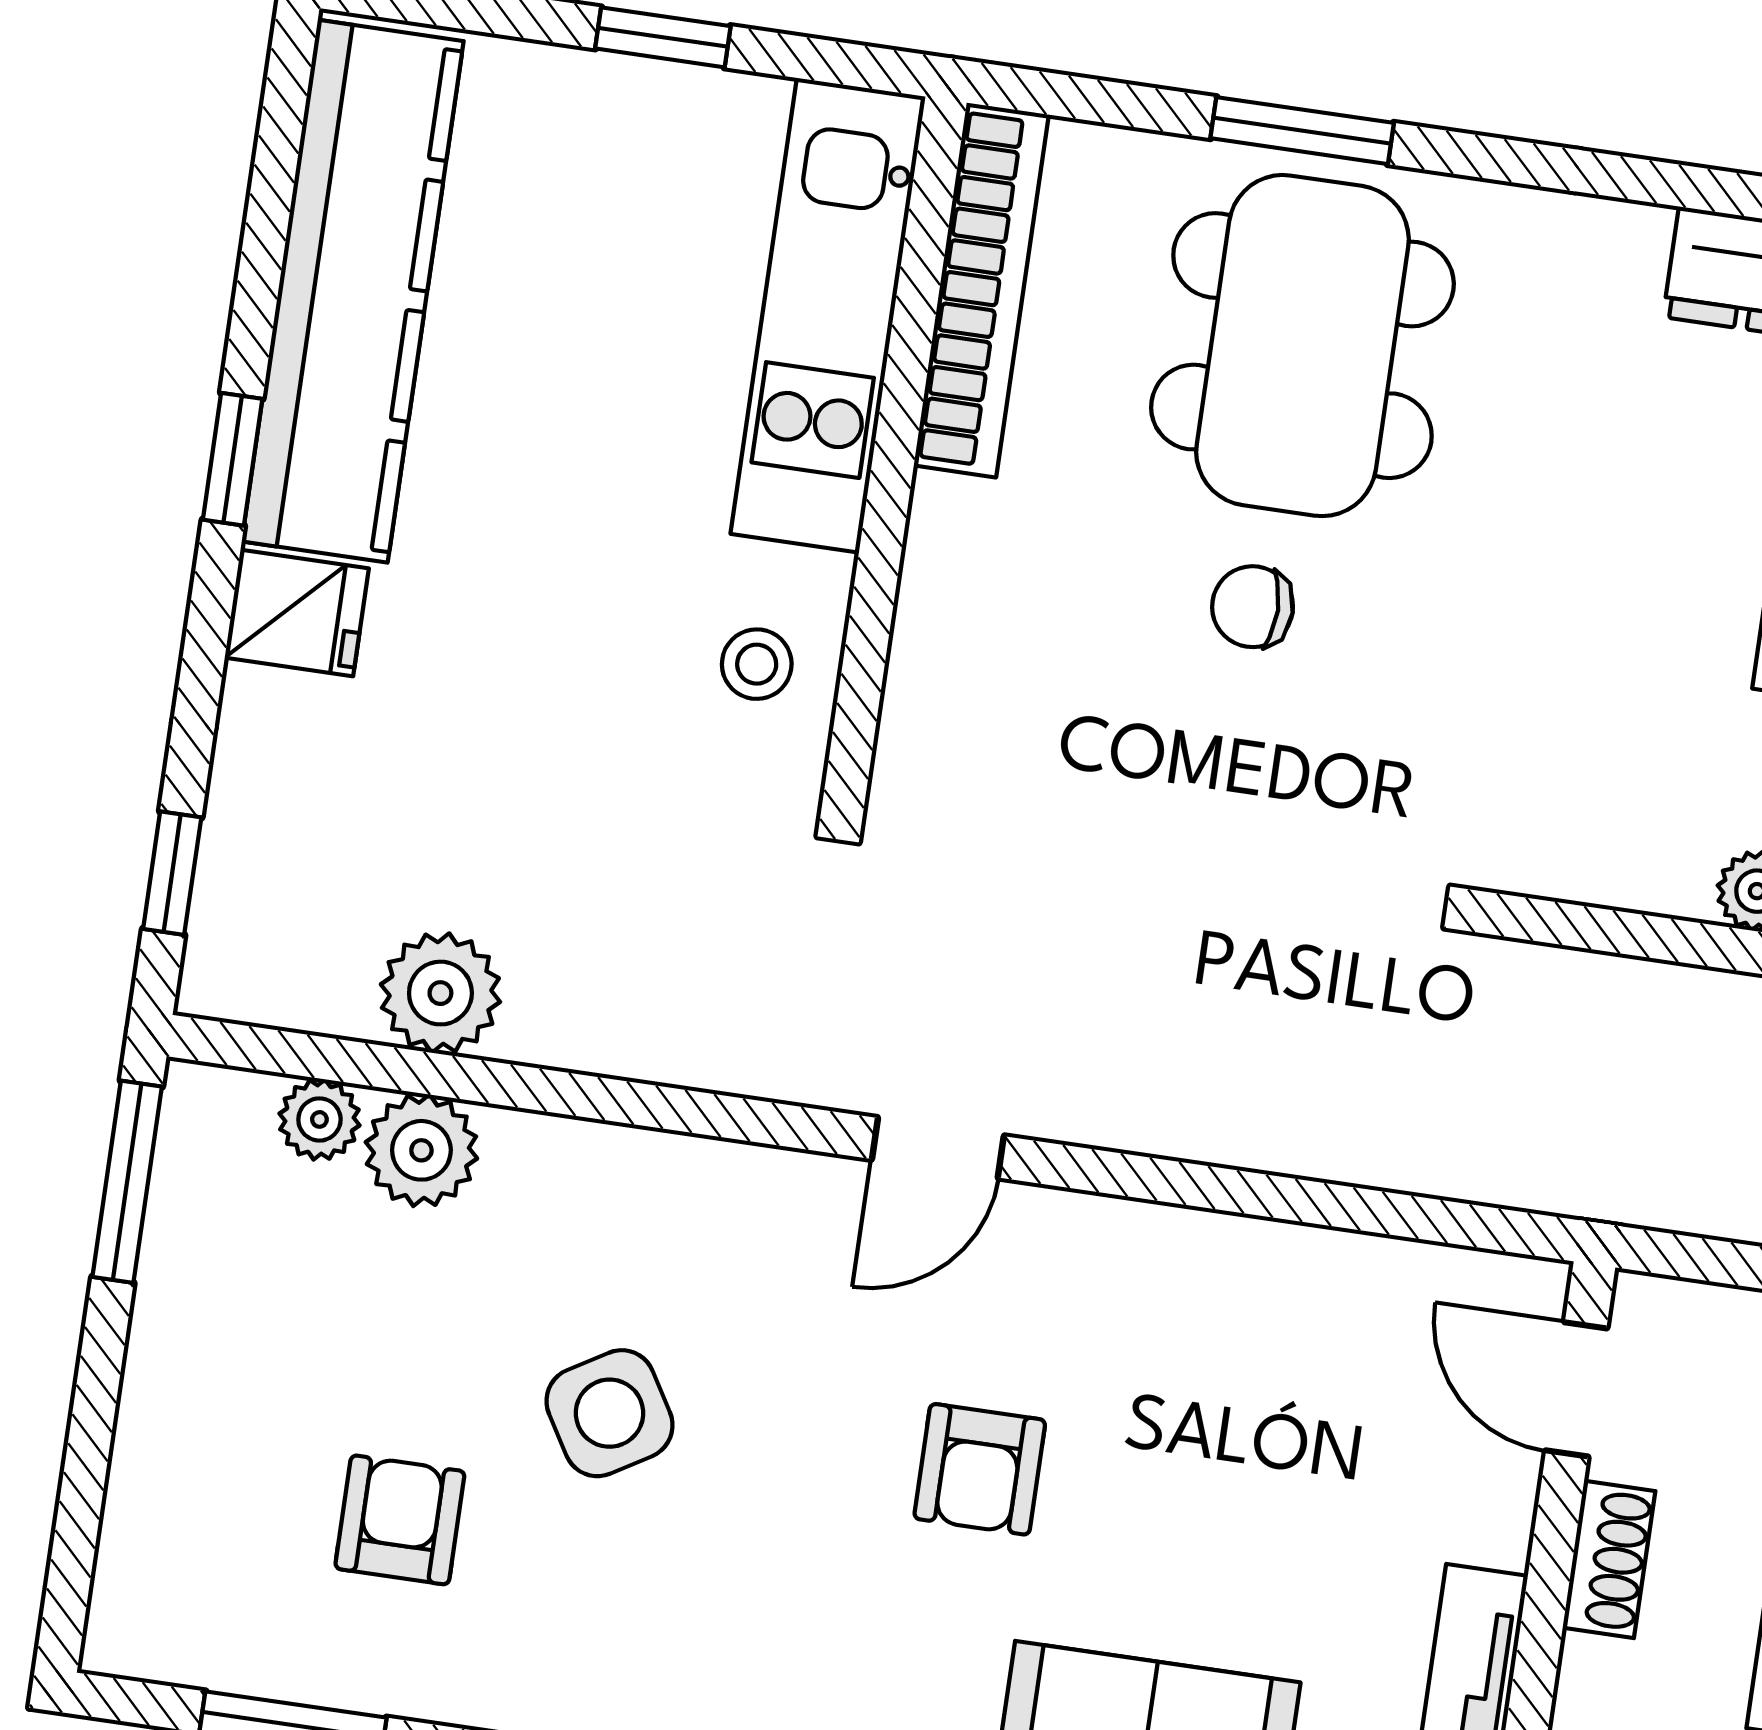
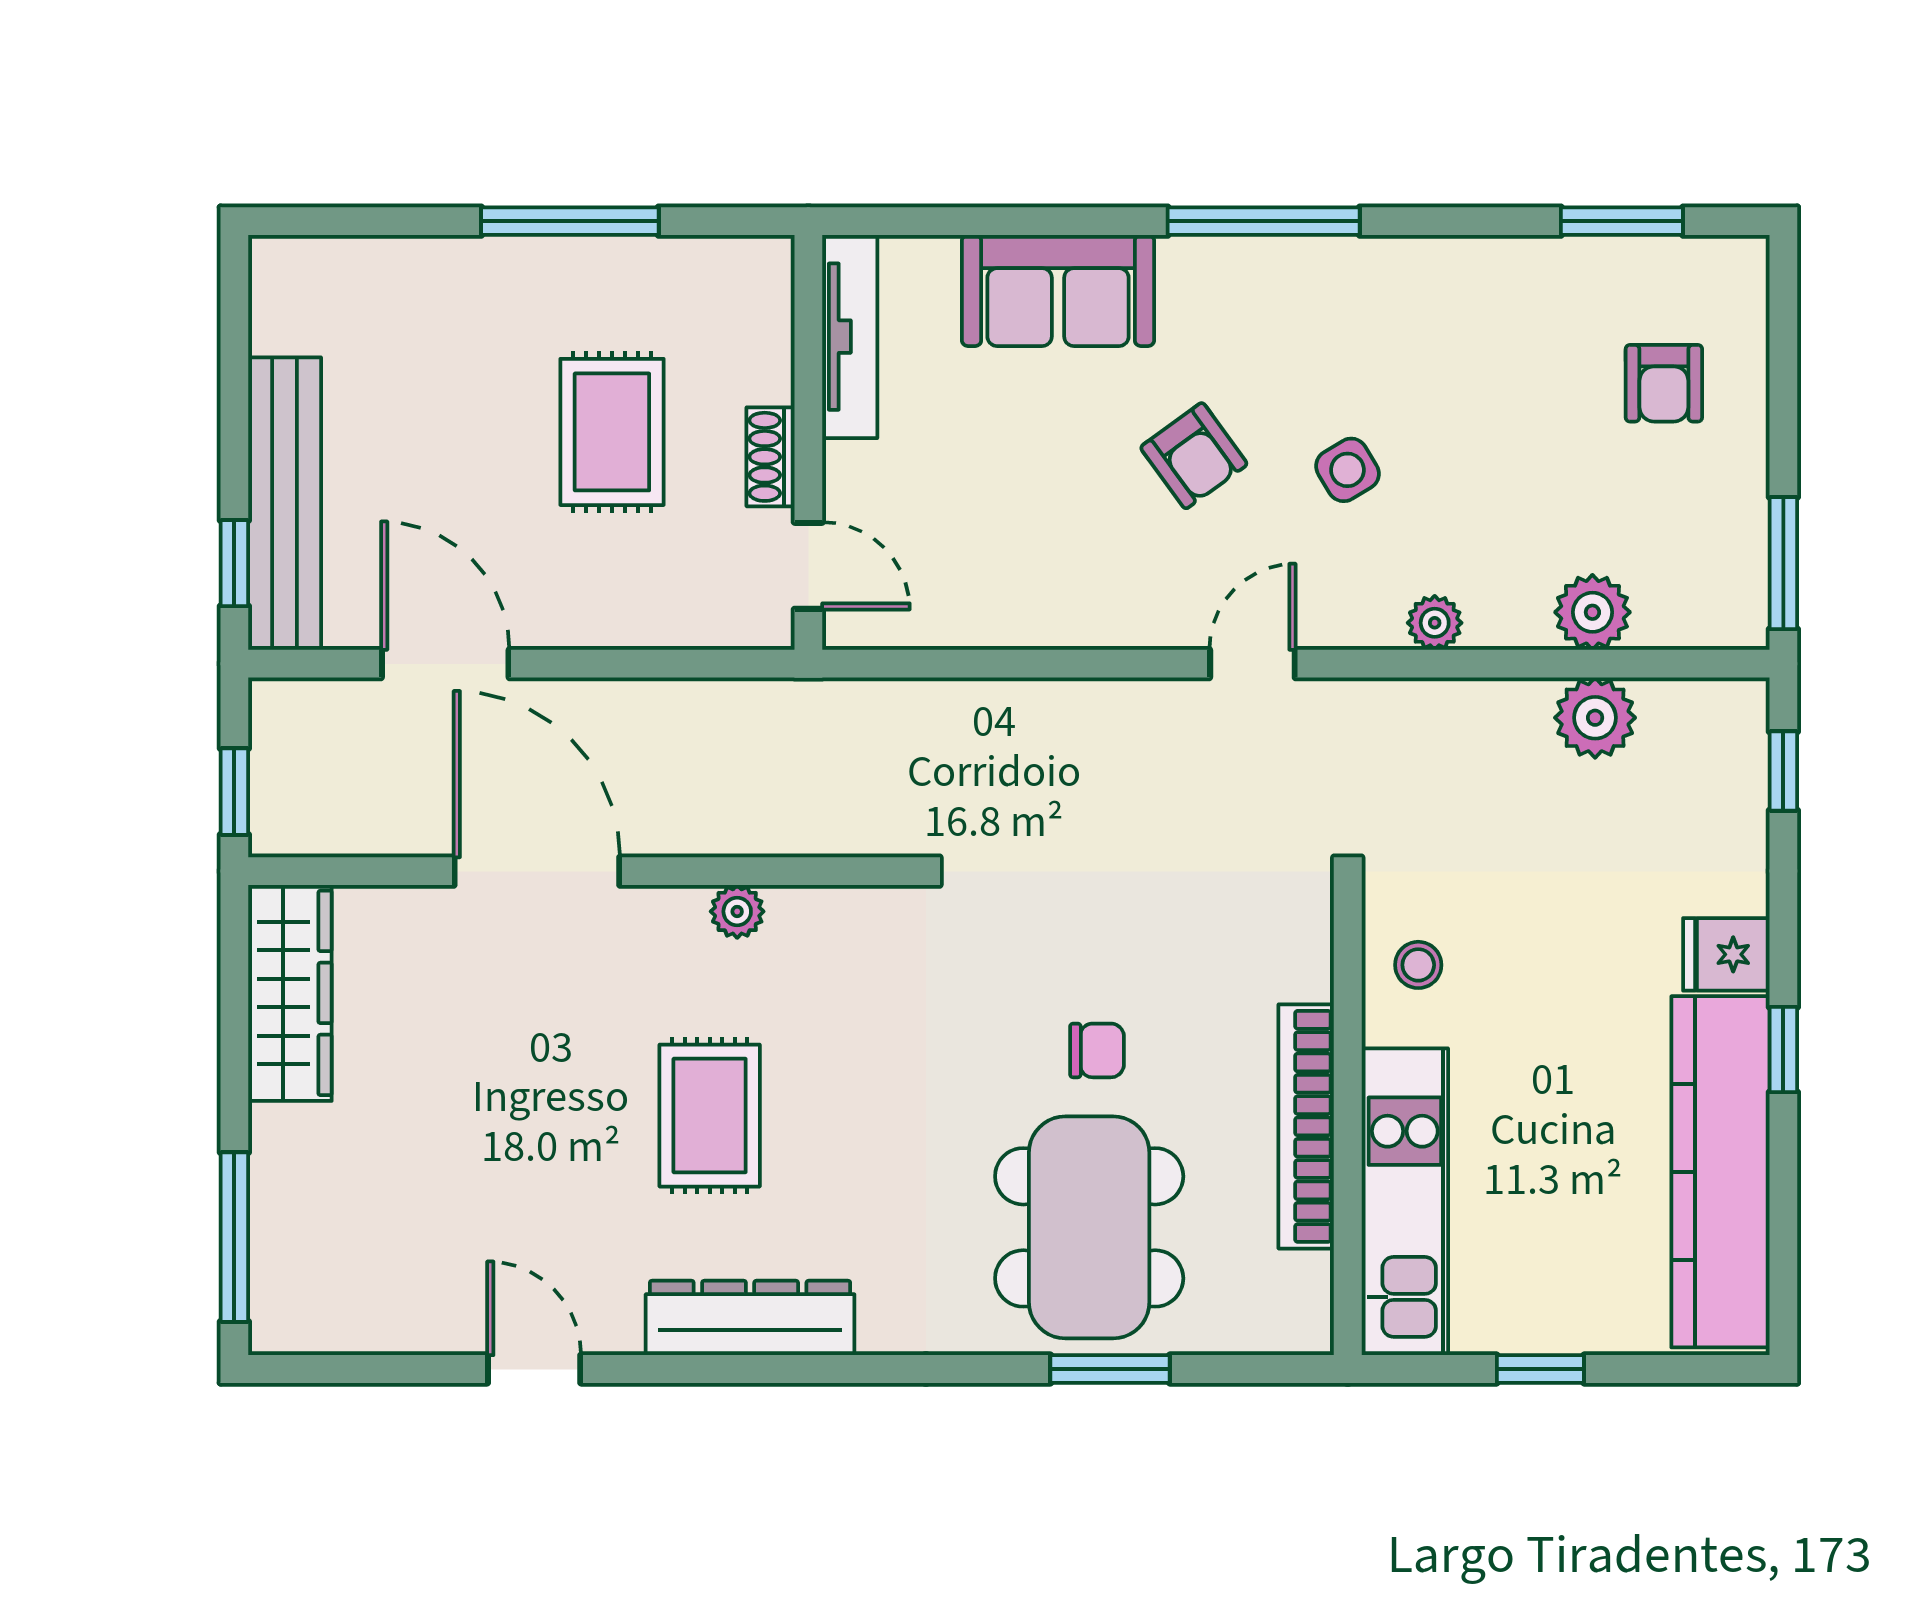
bookcase: (981, 290) -> (1306, 1126), moved
plant: (319, 1119) -> (1435, 623), moved
side table: (610, 1413) -> (1347, 470), moved, width x0.73, depth x0.73
armchair: (980, 1469) -> (1194, 456), turned 144
armchair: (400, 1520) -> (1664, 383), moved

